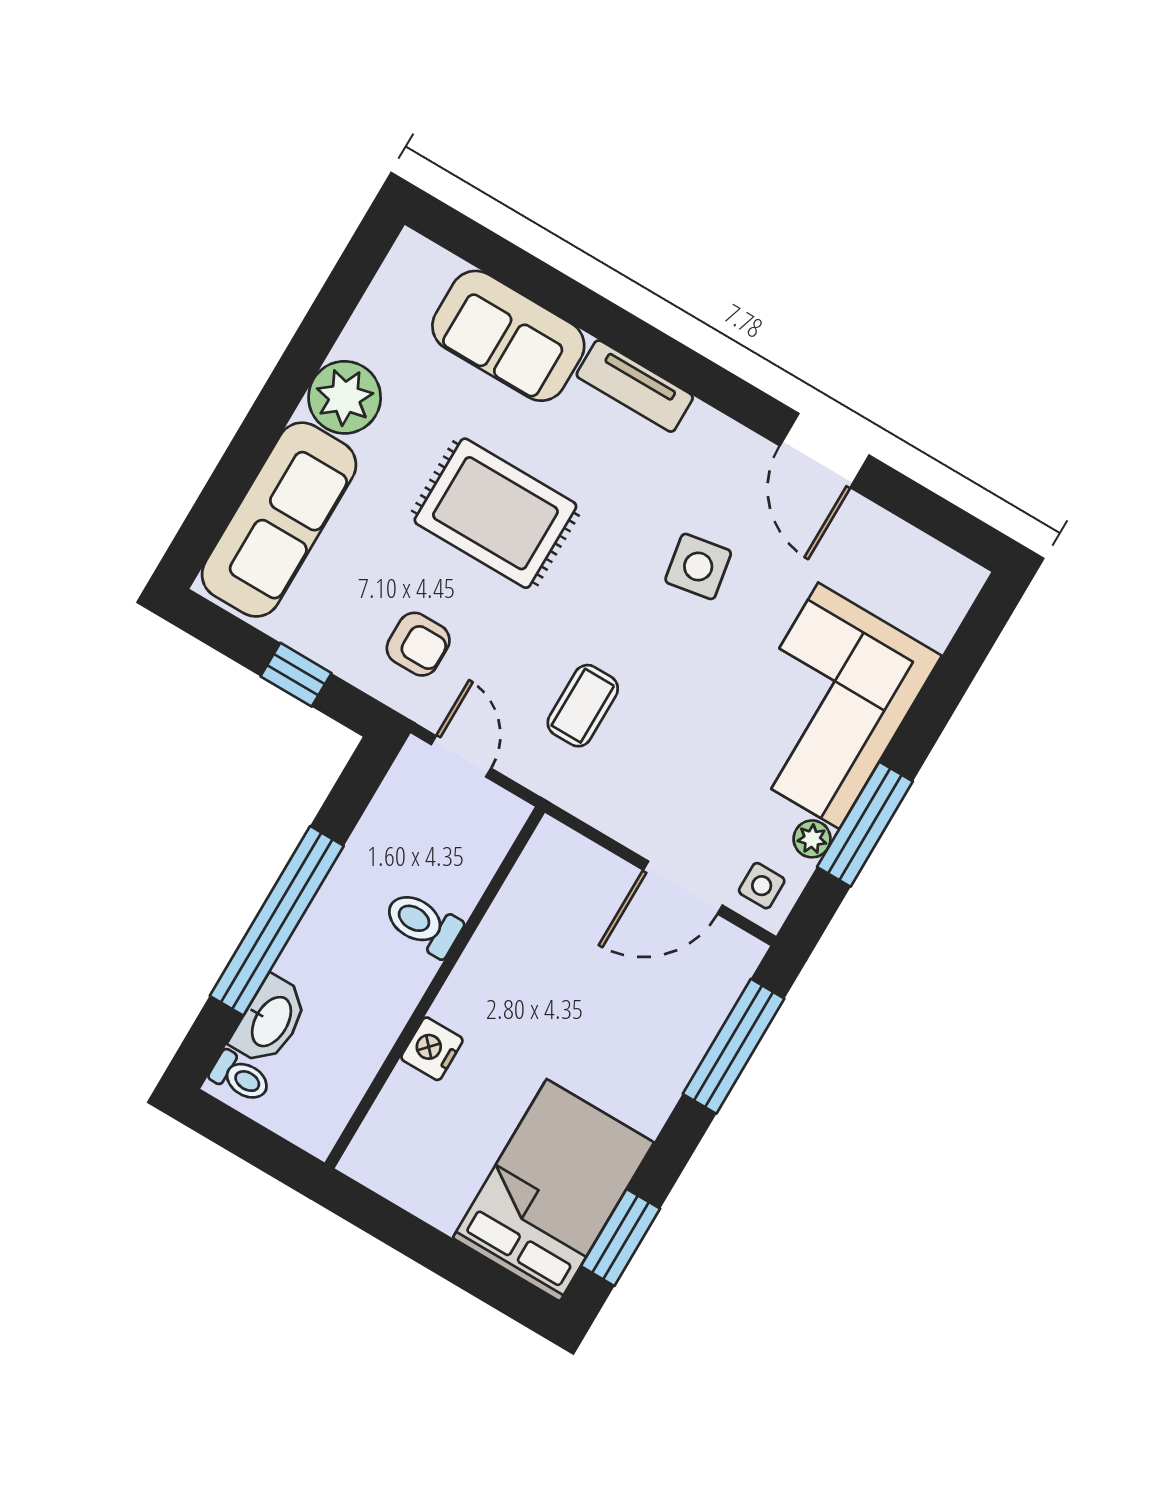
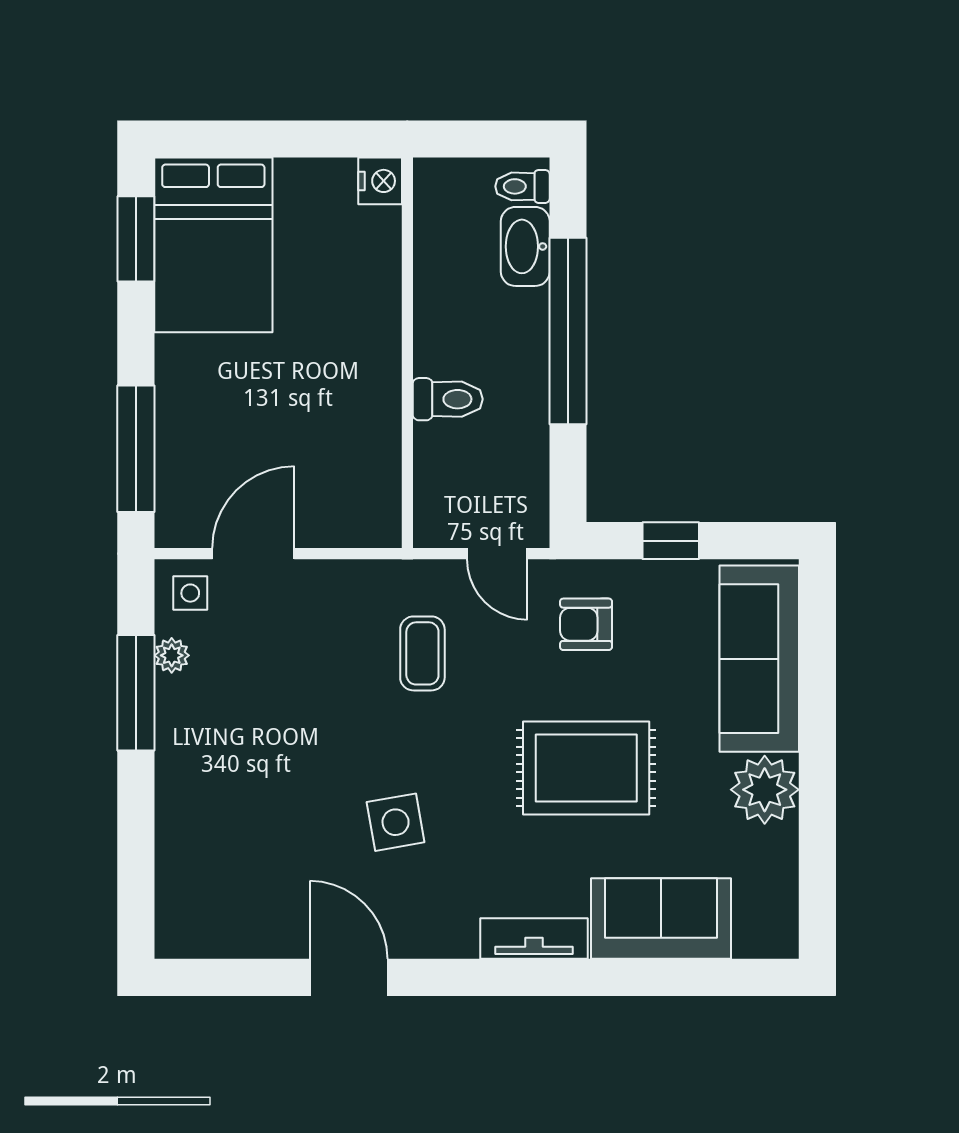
corner sofa: (829, 706) -> (222, 772), removed
nightstand: (432, 1049) -> (380, 181), moved

